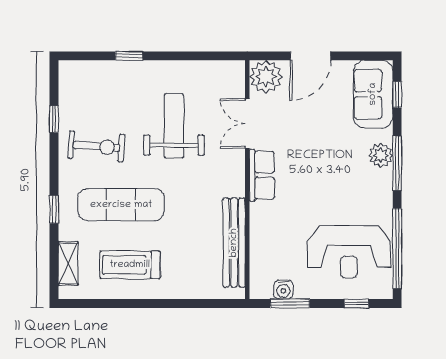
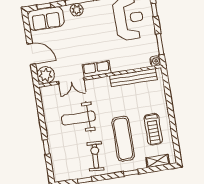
water cooler: (283, 289) -> (155, 61), moved

